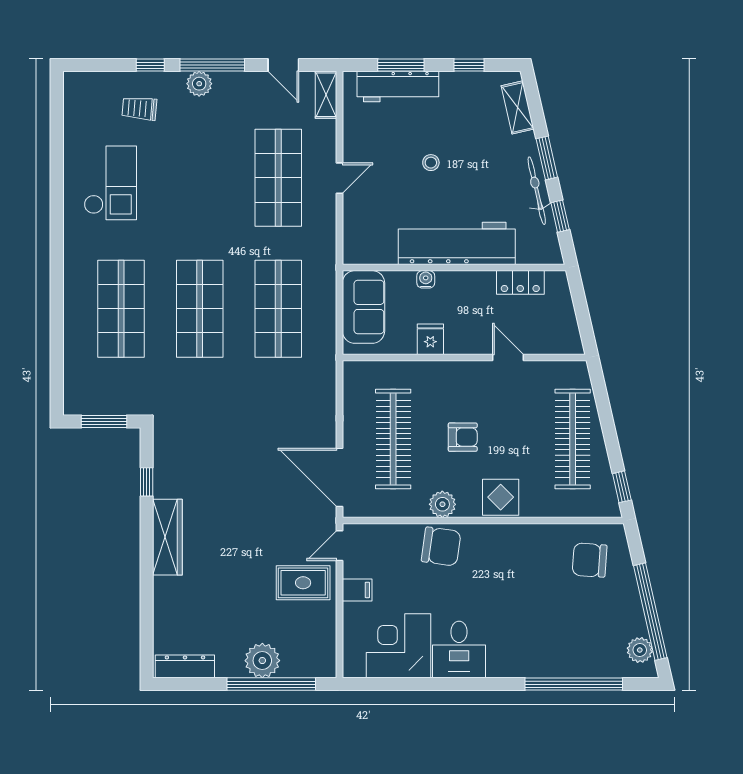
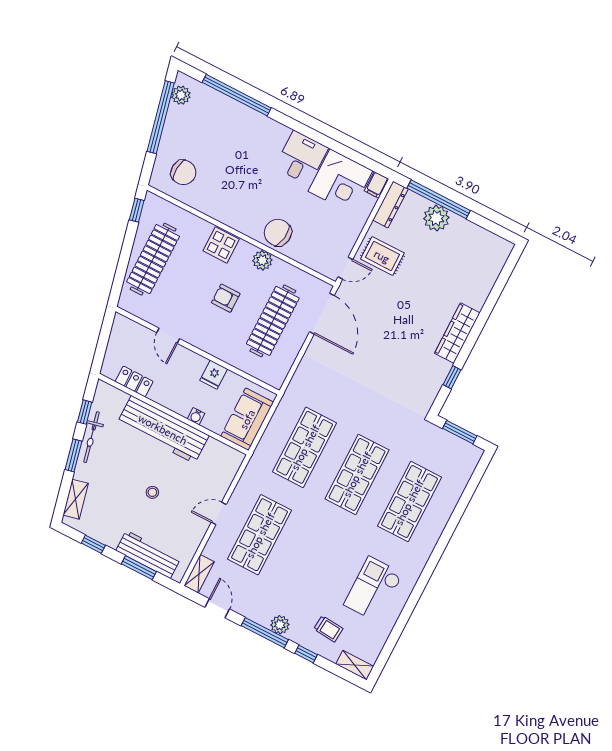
shelving: (86, 82) -> (355, 665), added
filing cabinet: (357, 590) -> (377, 185), moved, turned -90
dresser: (185, 666) -> (390, 205), moved, turned -90

